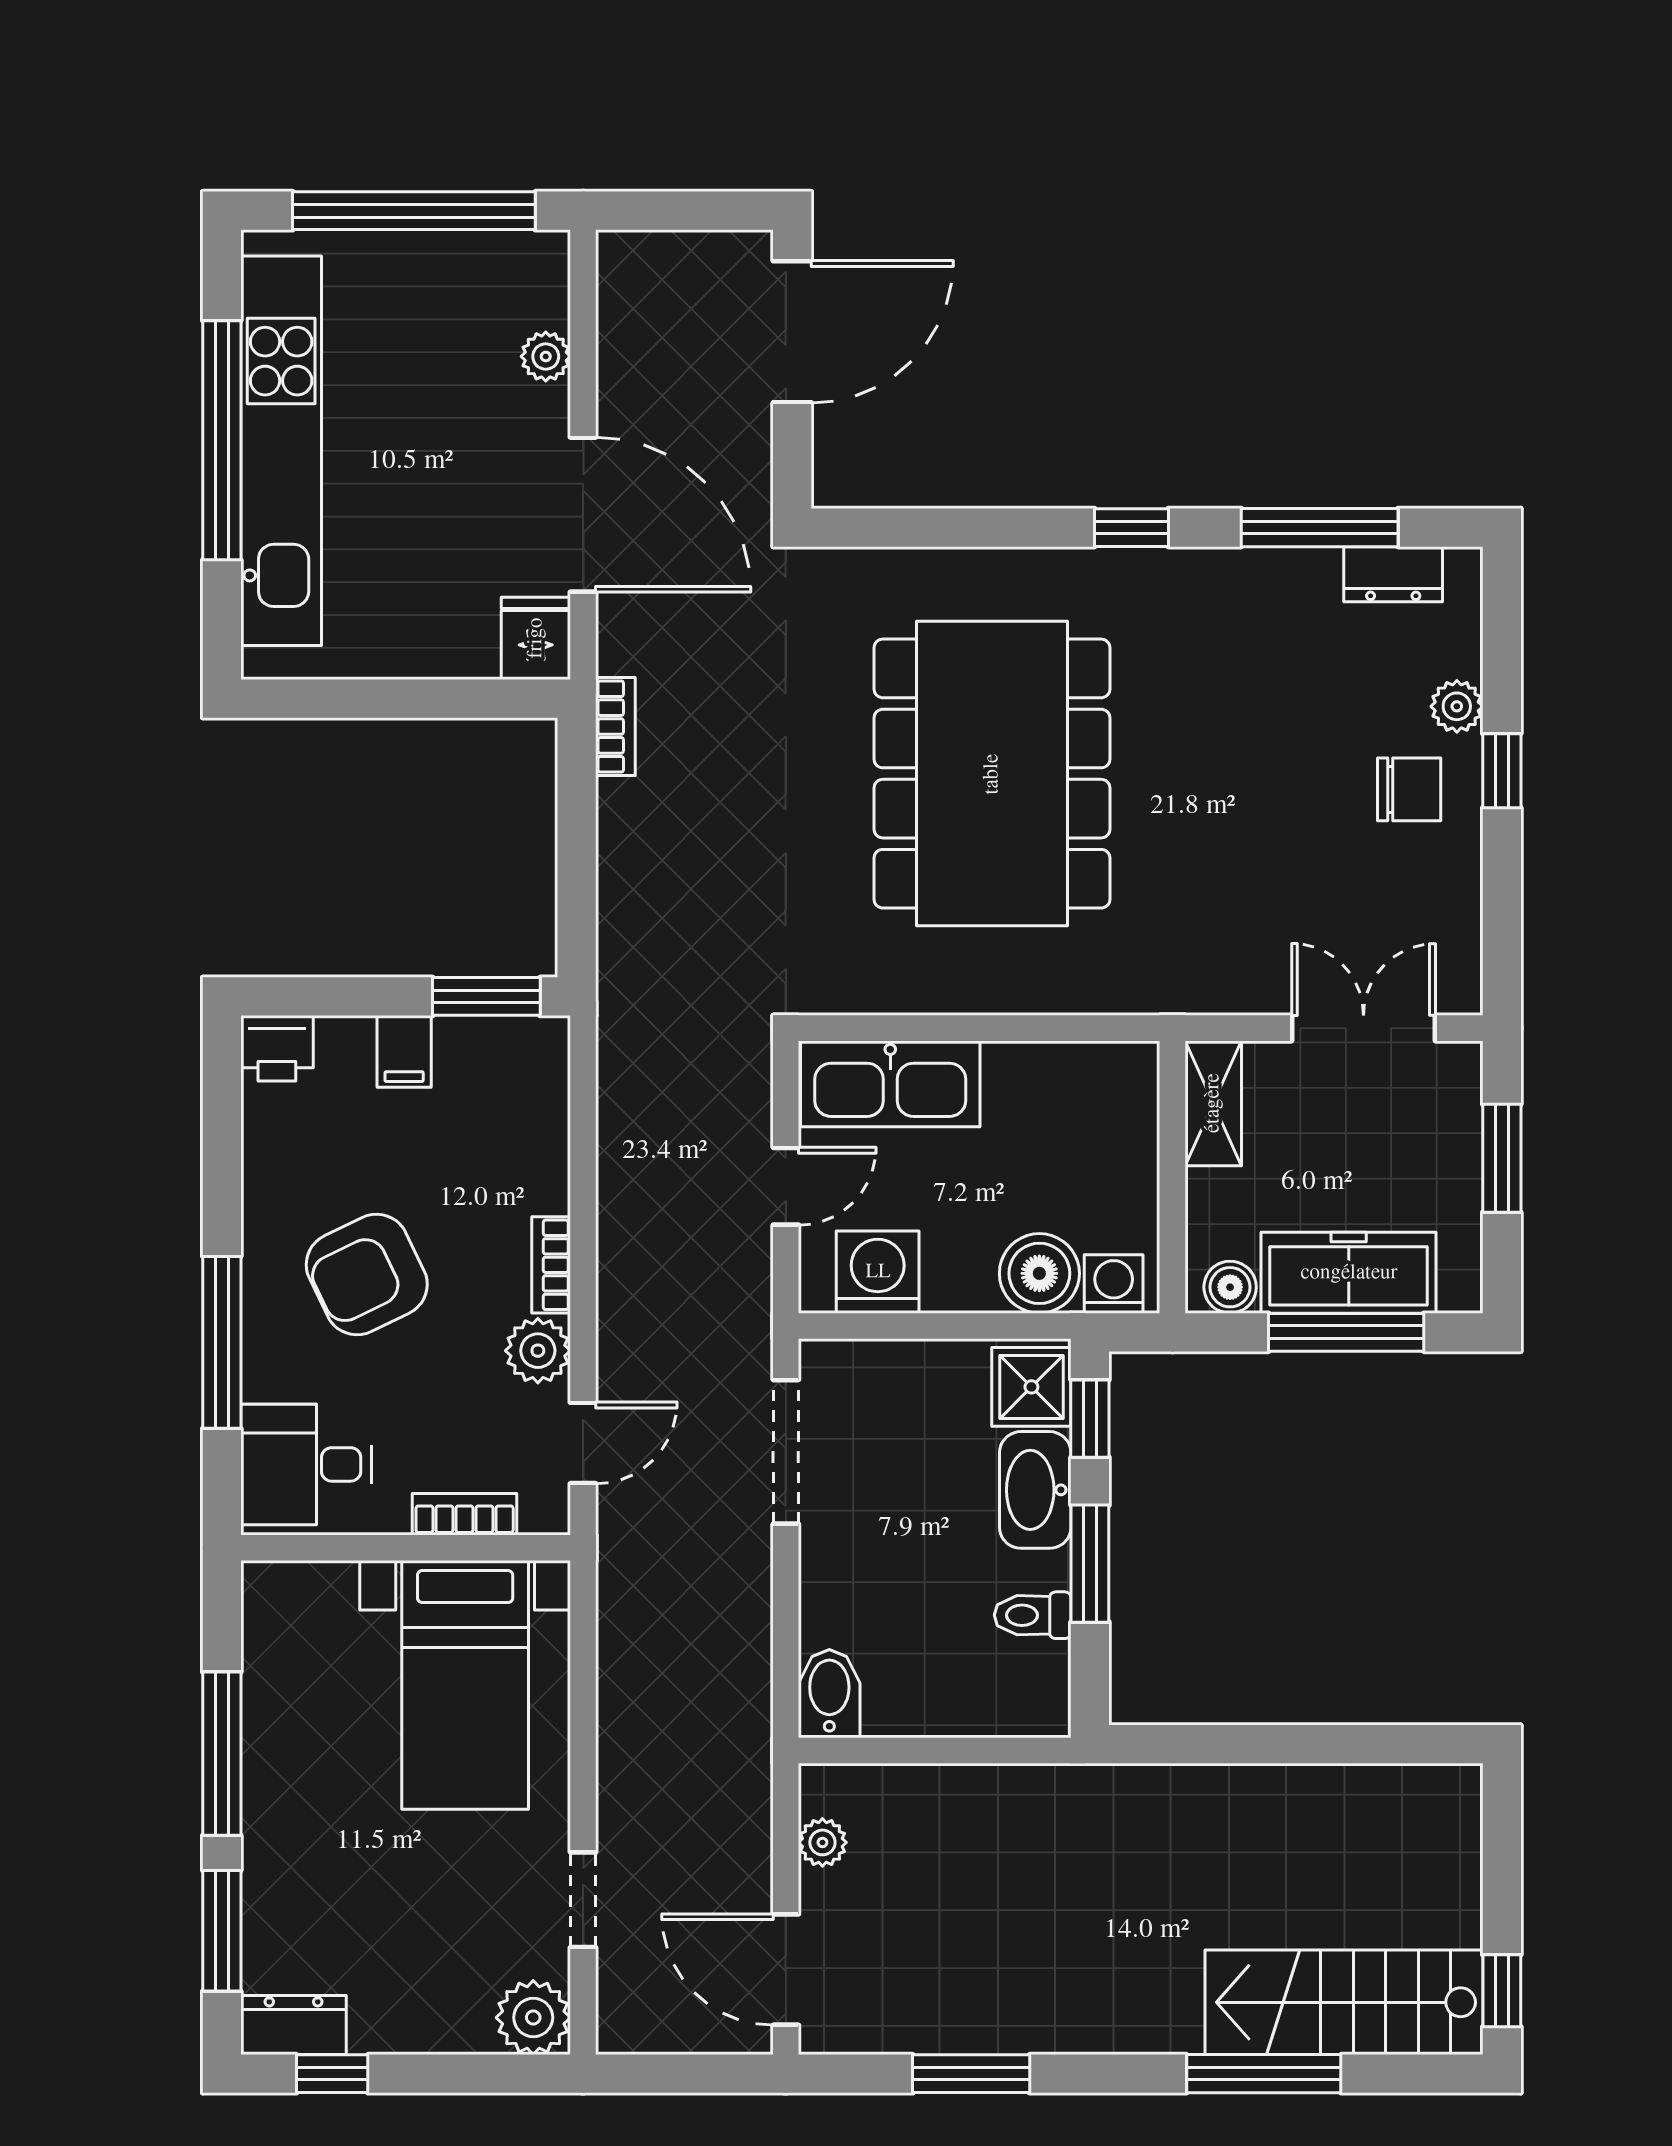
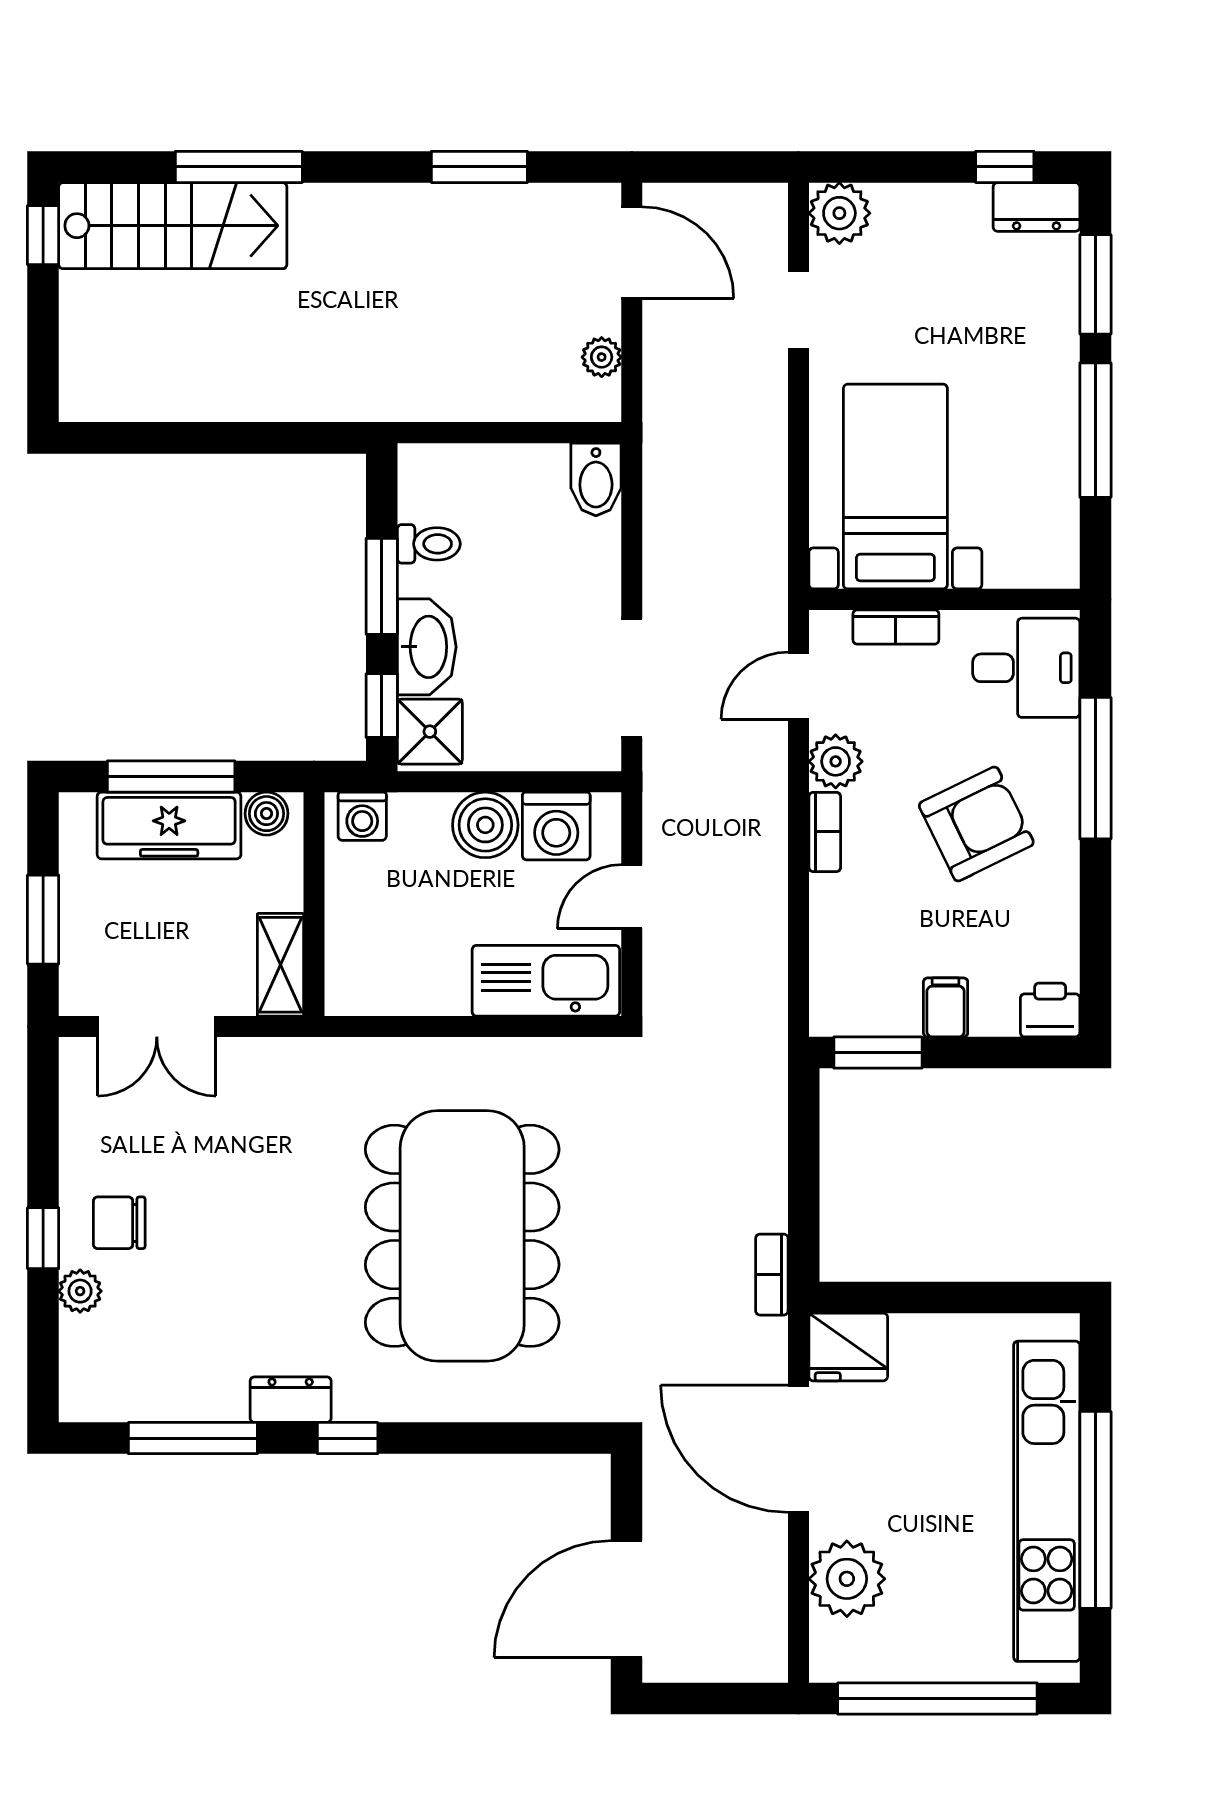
plant: (546, 356) -> (847, 1579), width x1.88, depth x1.88
dresser: (1393, 574) -> (291, 1400), moved
fridge: (536, 638) -> (848, 1347), width x1.38
boiler: (1039, 1273) -> (485, 825), moved

